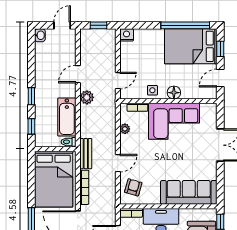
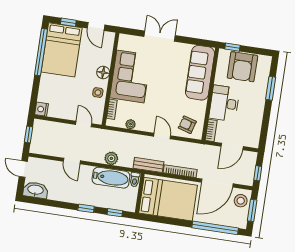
washbasin: (40, 35) -> (35, 190), width x1.91, depth x1.45
plant: (87, 97) -> (111, 158), moved

